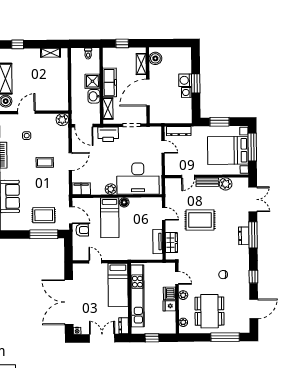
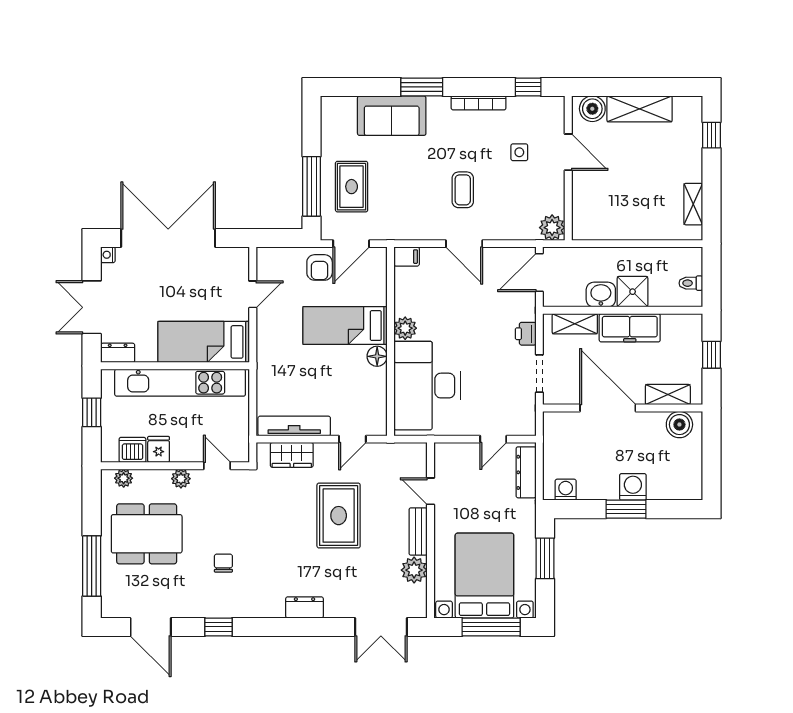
washing machine: (187, 92) -> (566, 490), moved
printer: (108, 134) -> (526, 334), width x0.53, depth x0.68
filing cabinet: (81, 189) -> (407, 257), width x0.50
window: (253, 235) -> (306, 627), removed
tv unit: (158, 241) -> (294, 426), width x1.41
door: (177, 278) -> (217, 466), swing flipped
dishwasher: (169, 293) -> (132, 450), moved
double door: (102, 338) -> (92, 307), swing flipped

